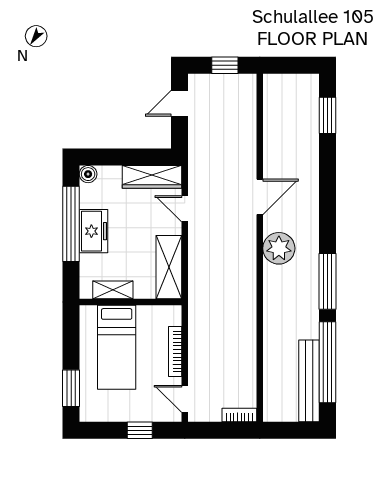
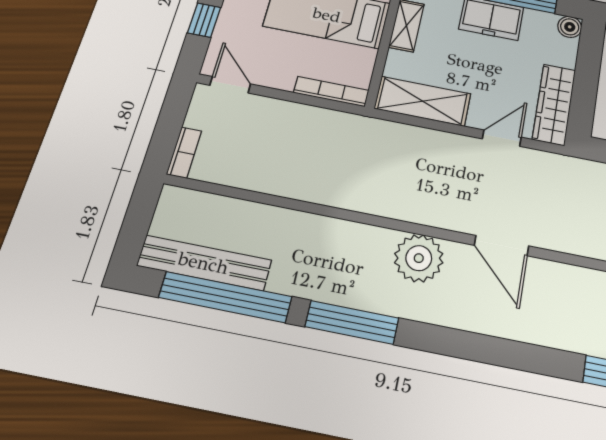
bookcase: (175, 352) -> (331, 92), moved
door: (185, 399) -> (230, 85), hinge flipped

